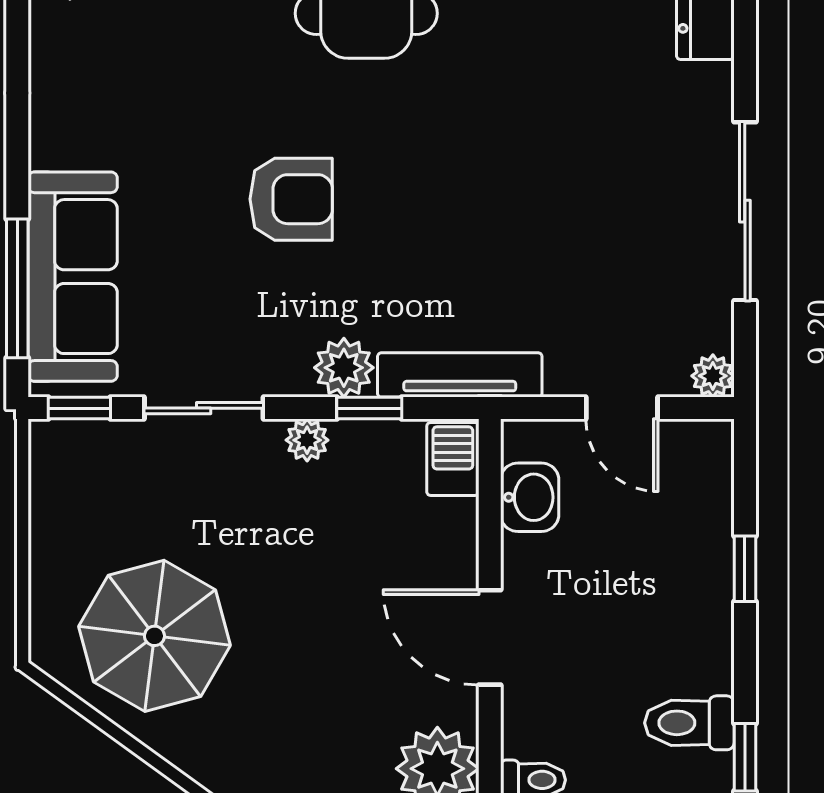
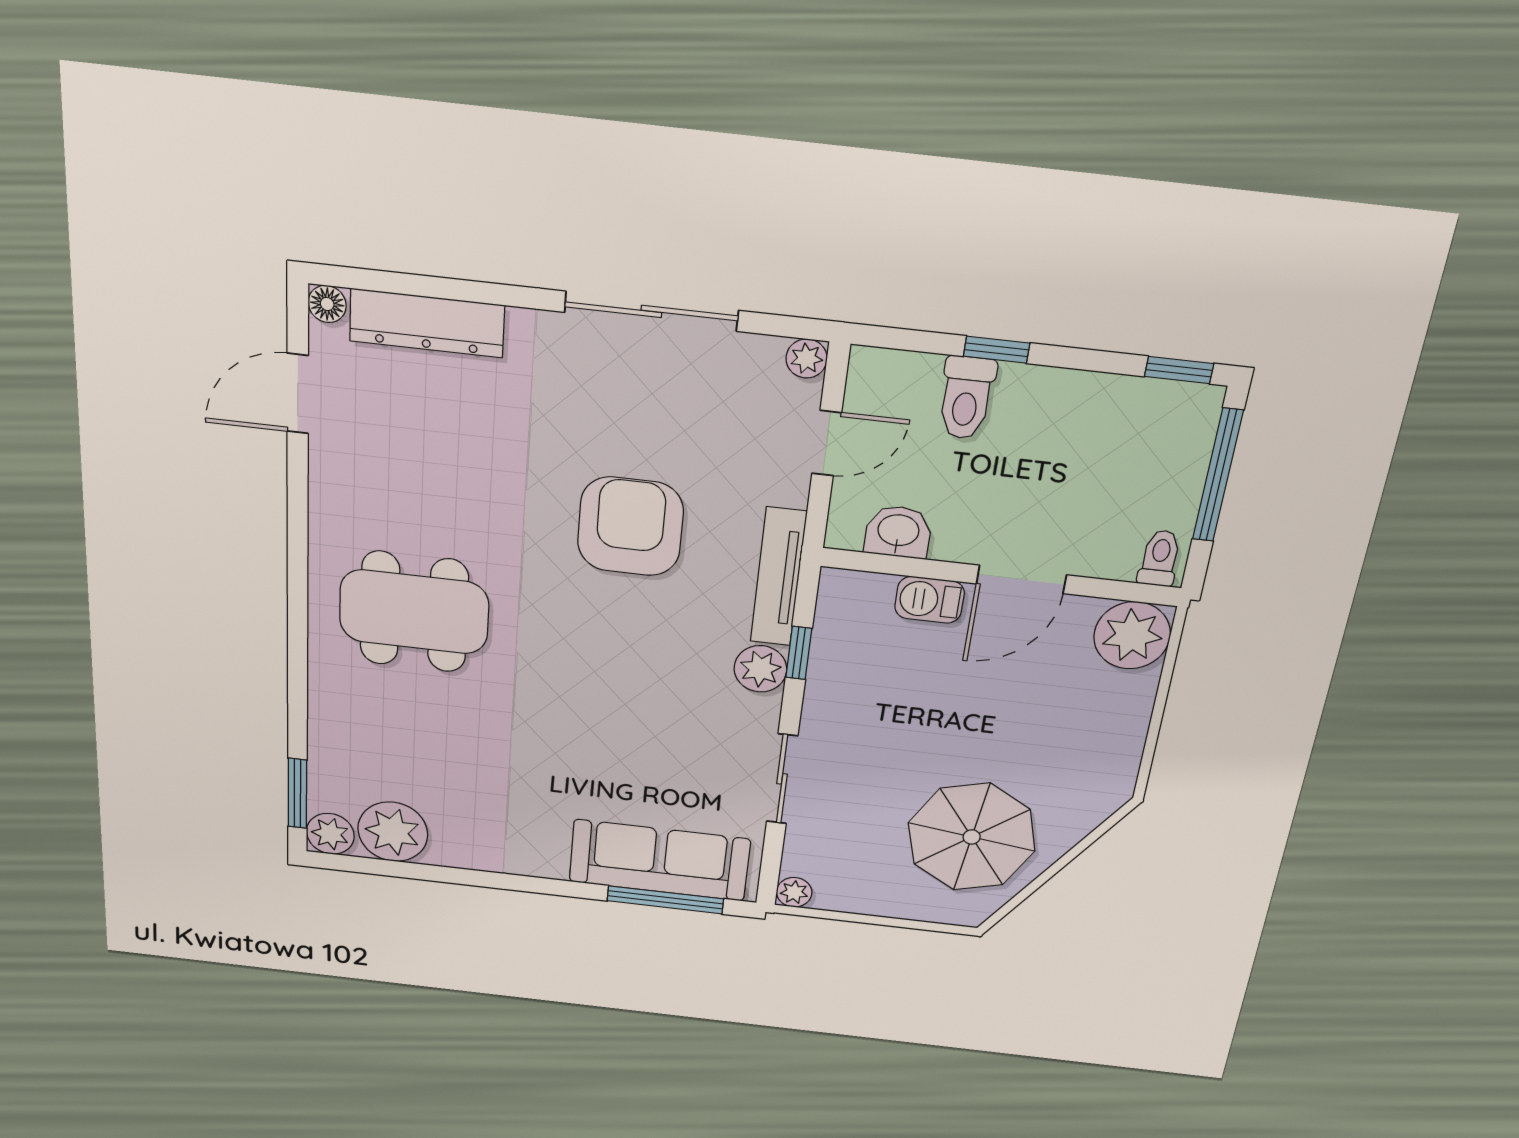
armchair: (291, 199) -> (630, 527), moved, width x1.36, depth x1.36
window: (79, 408) -> (770, 868), removed
plant: (307, 440) -> (794, 892), moved
barbecue: (453, 459) -> (929, 600), moved
toilet: (689, 723) -> (966, 398), moved

